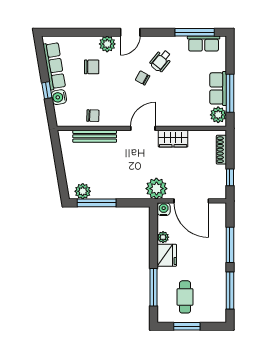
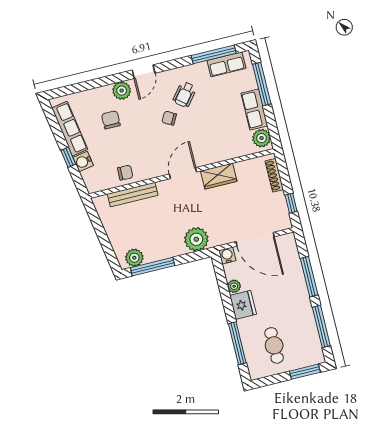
chair: (92, 67) -> (111, 120), turned -90
window: (230, 93) -> (262, 84), moved
plant: (156, 189) -> (196, 239), moved
window: (187, 326) -> (305, 372), moved

